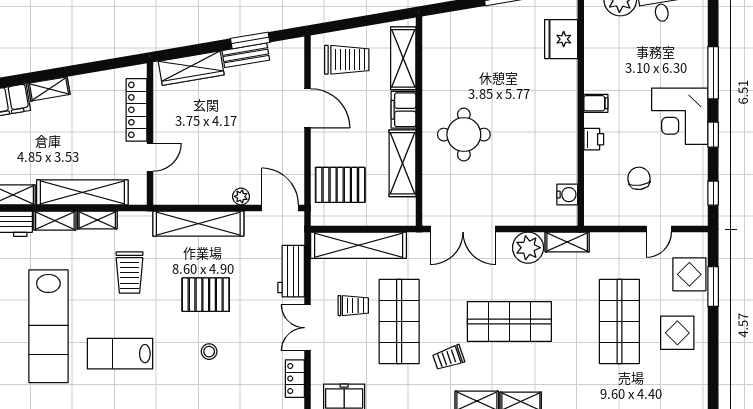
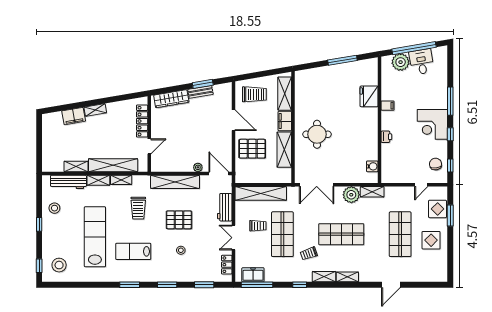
fridge: (561, 39) -> (369, 96), moved
filing cabinet: (596, 103) -> (388, 106), moved
chair: (639, 178) -> (436, 164), moved
pallet: (340, 185) -> (252, 149), moved
lab bench: (48, 326) -> (95, 237), turned 180

